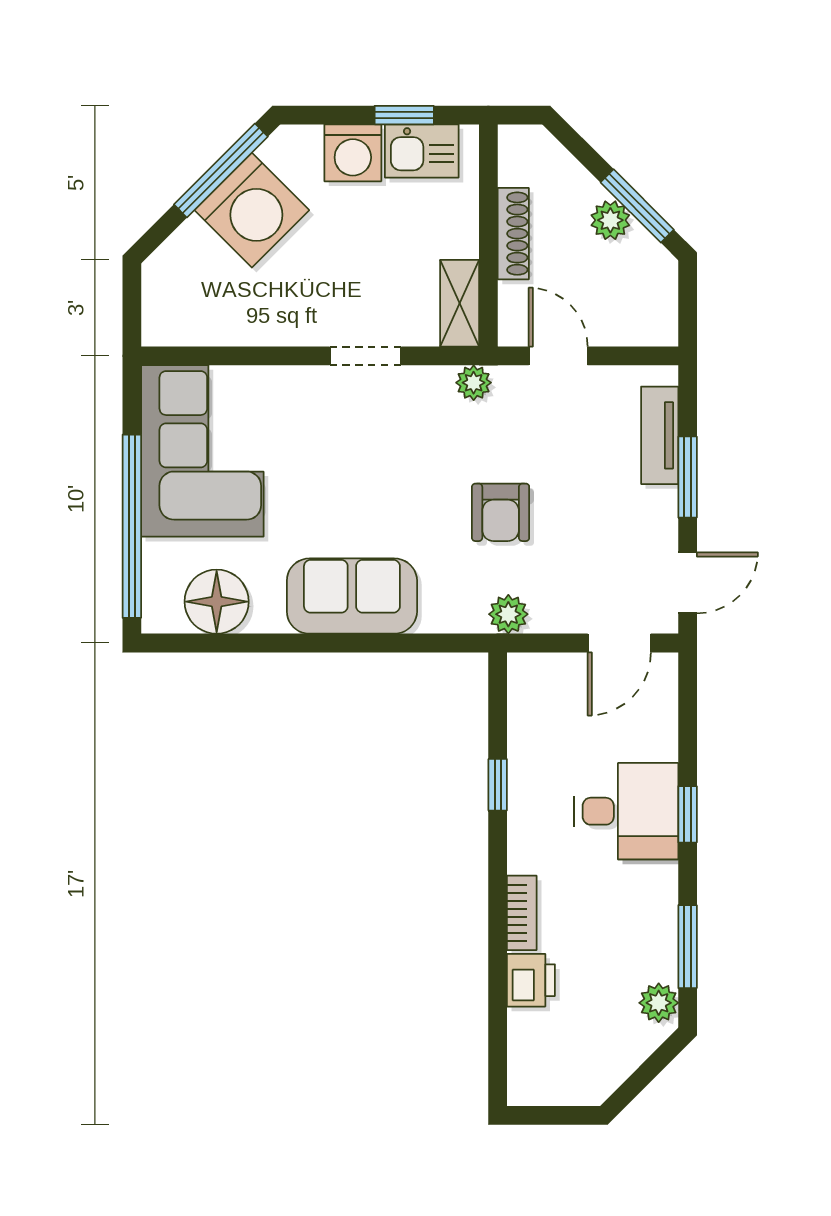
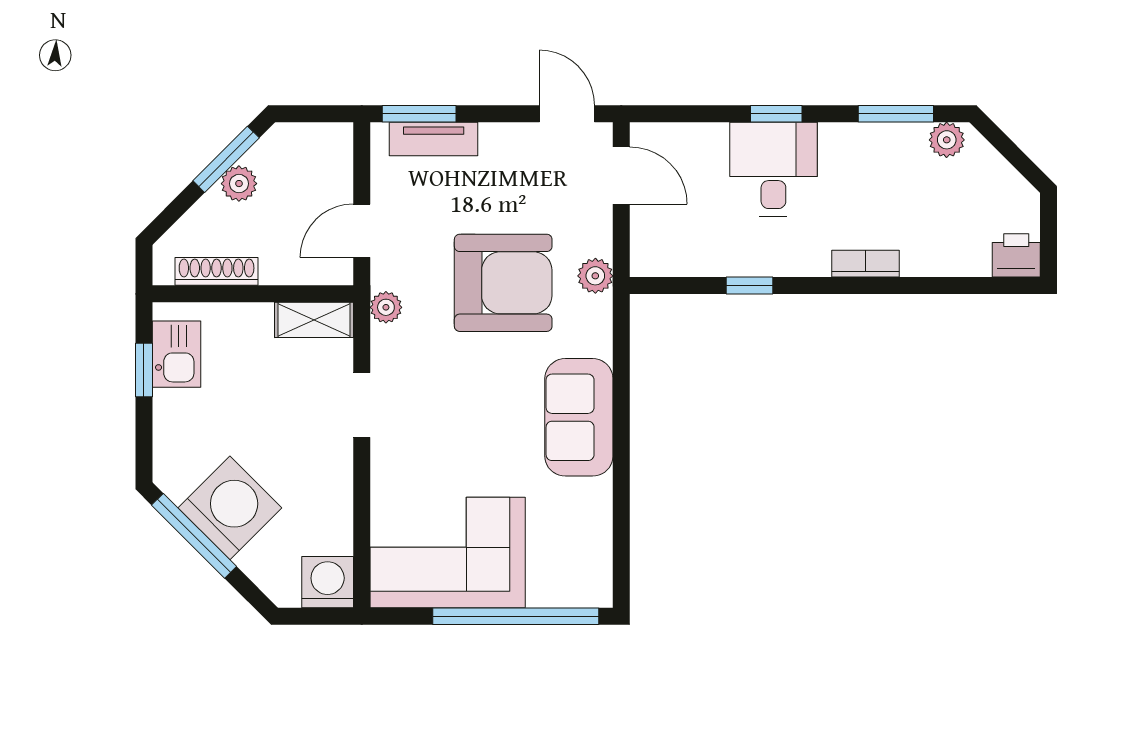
washing machine: (353, 153) -> (328, 582), moved, turned -90
shoe rack: (513, 234) -> (217, 271), moved
window: (688, 477) -> (419, 114), moved
armchair: (501, 512) -> (503, 283), width x1.88, depth x1.88
floor lamp: (217, 602) -> (584, 540), removed
printer: (531, 980) -> (1016, 255), moved

